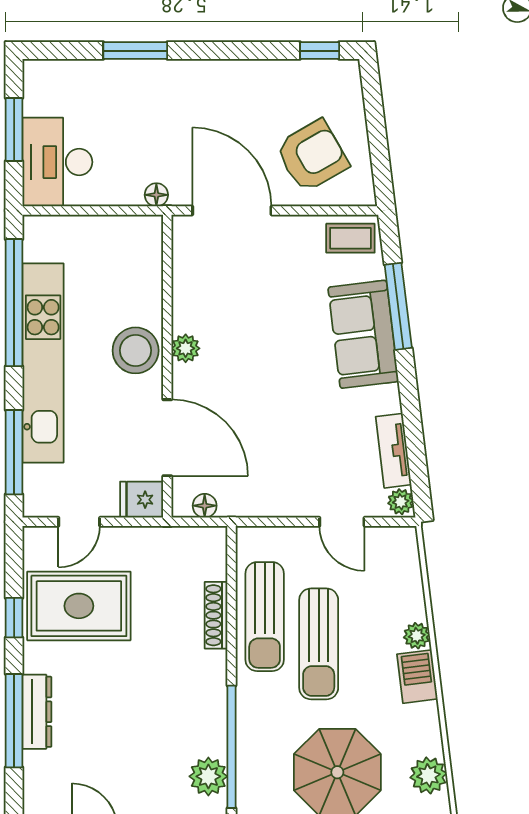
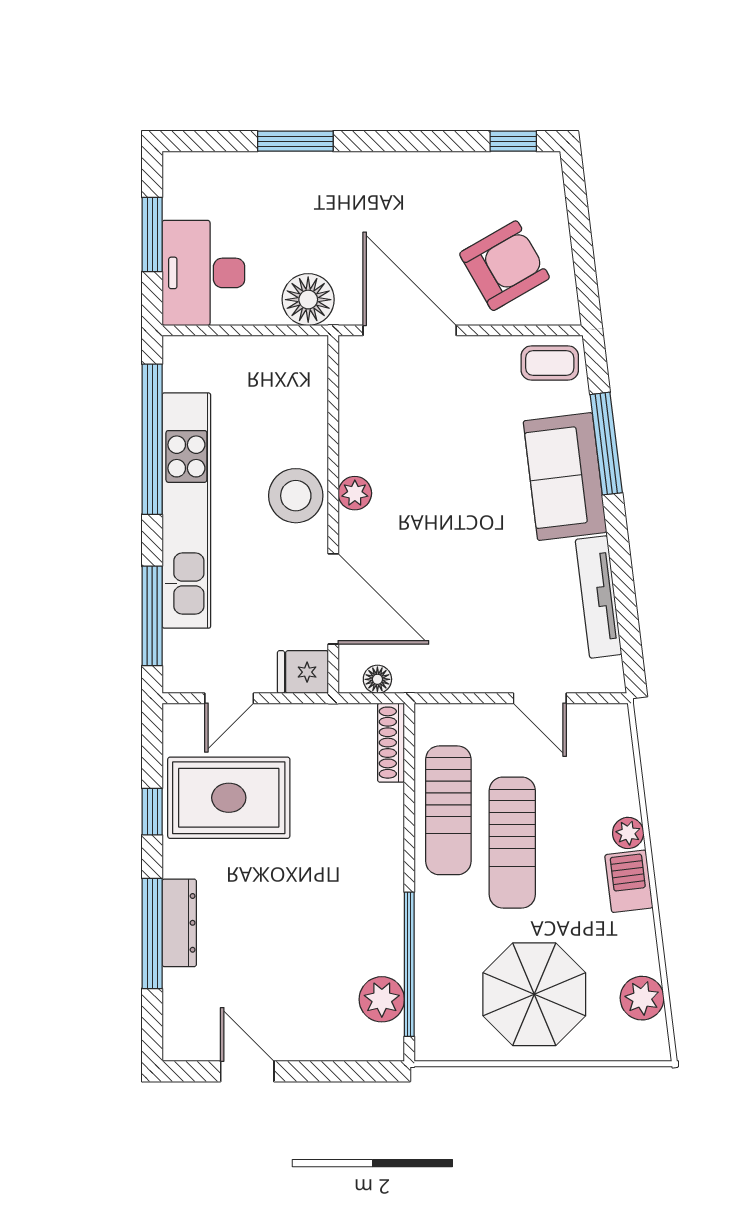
floor lamp: (156, 195) -> (308, 300), width x1.89, depth x1.89
tv unit: (393, 451) -> (599, 597), width x1.41
plant: (401, 502) -> (609, 675), removed
shoe rack: (216, 615) -> (391, 743), moved

